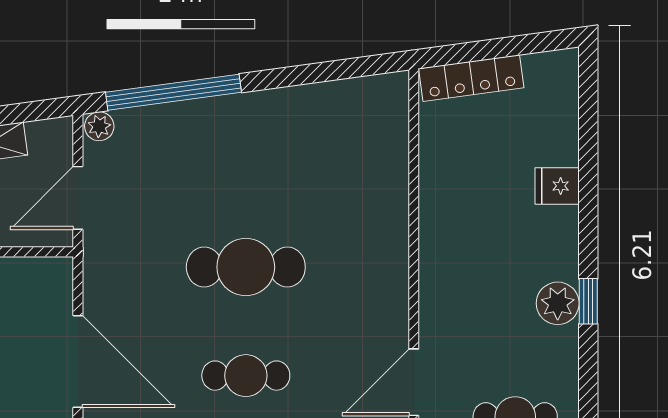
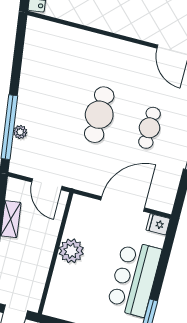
plant: (99, 126) -> (20, 132), moved

